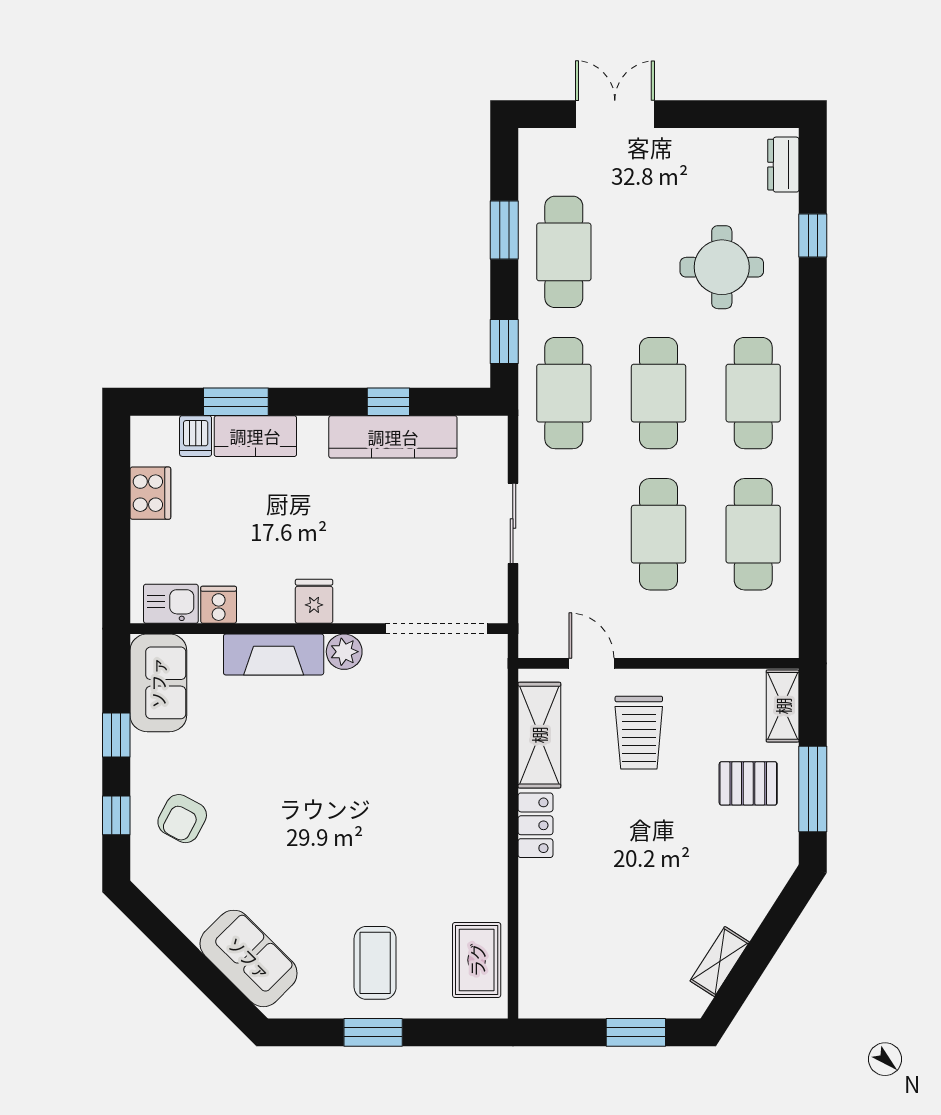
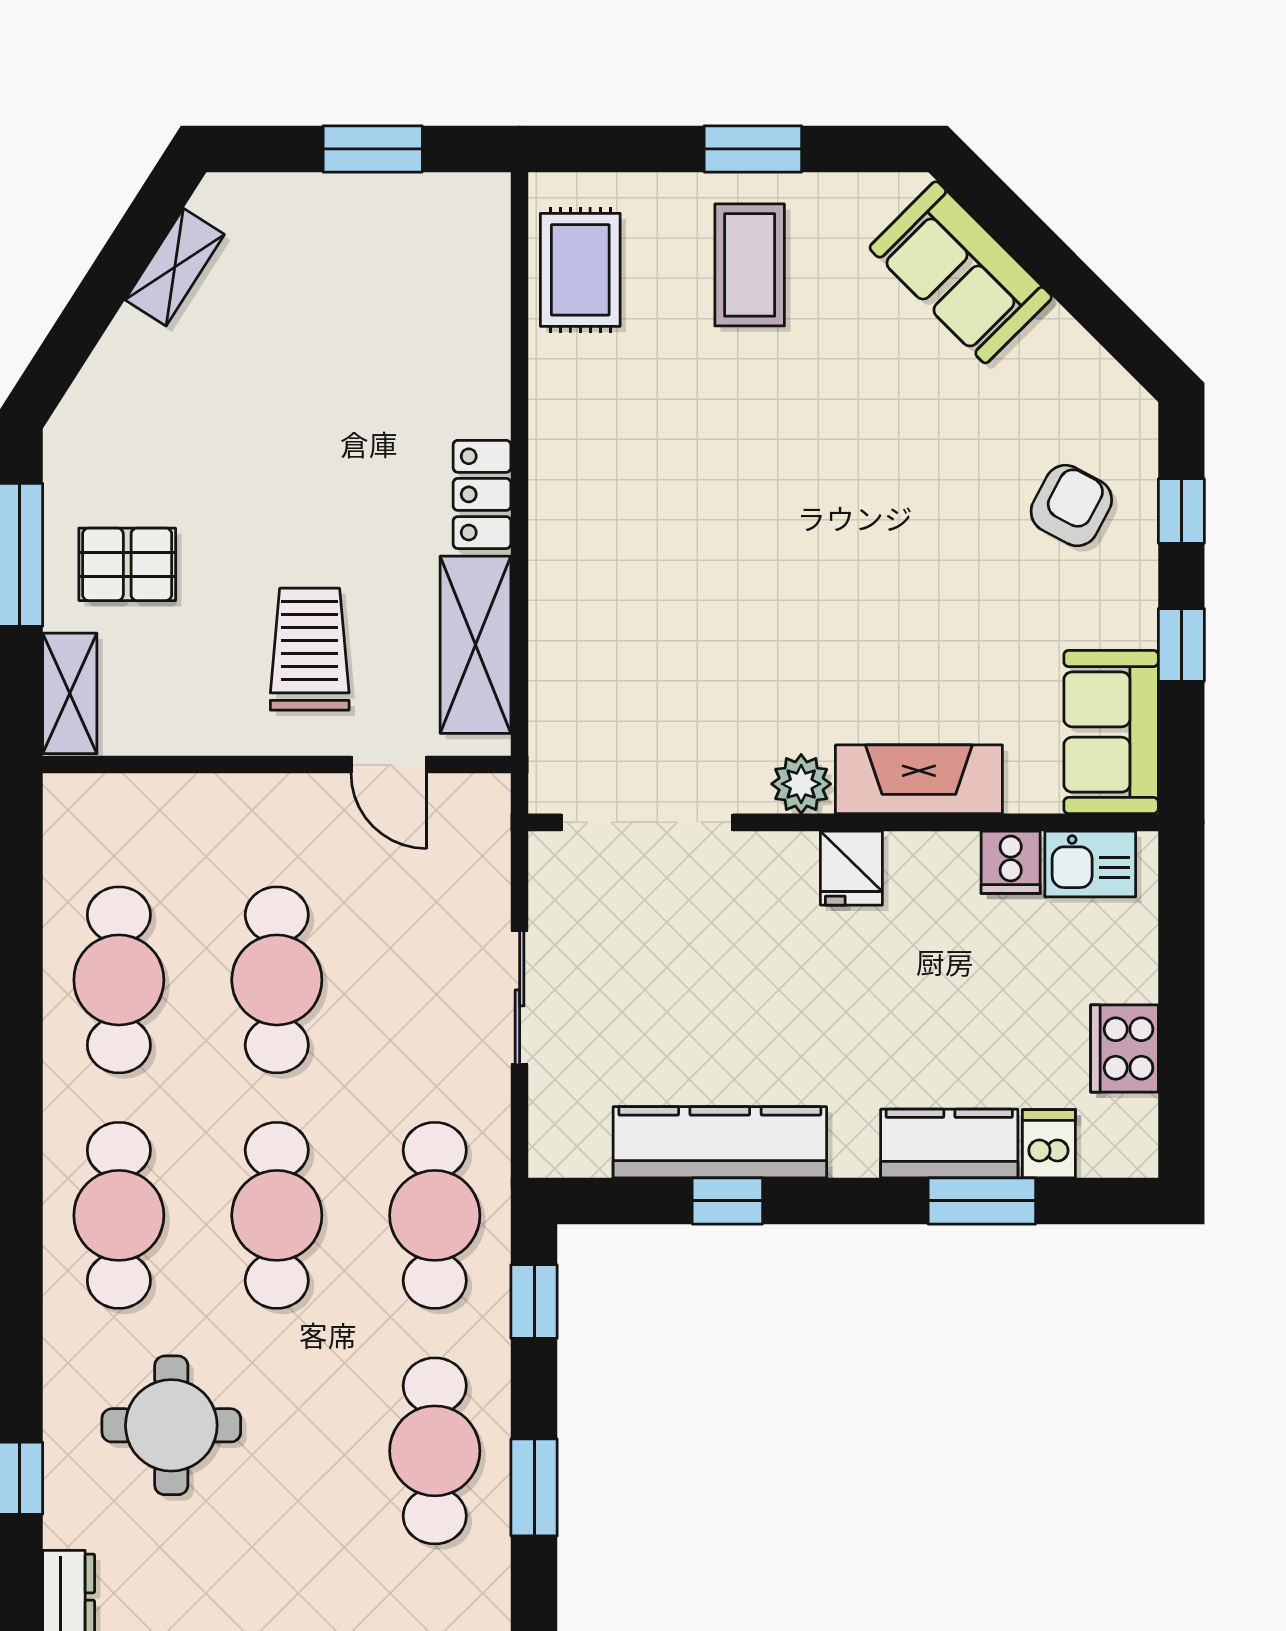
window: (636, 1032) -> (373, 149), moved

